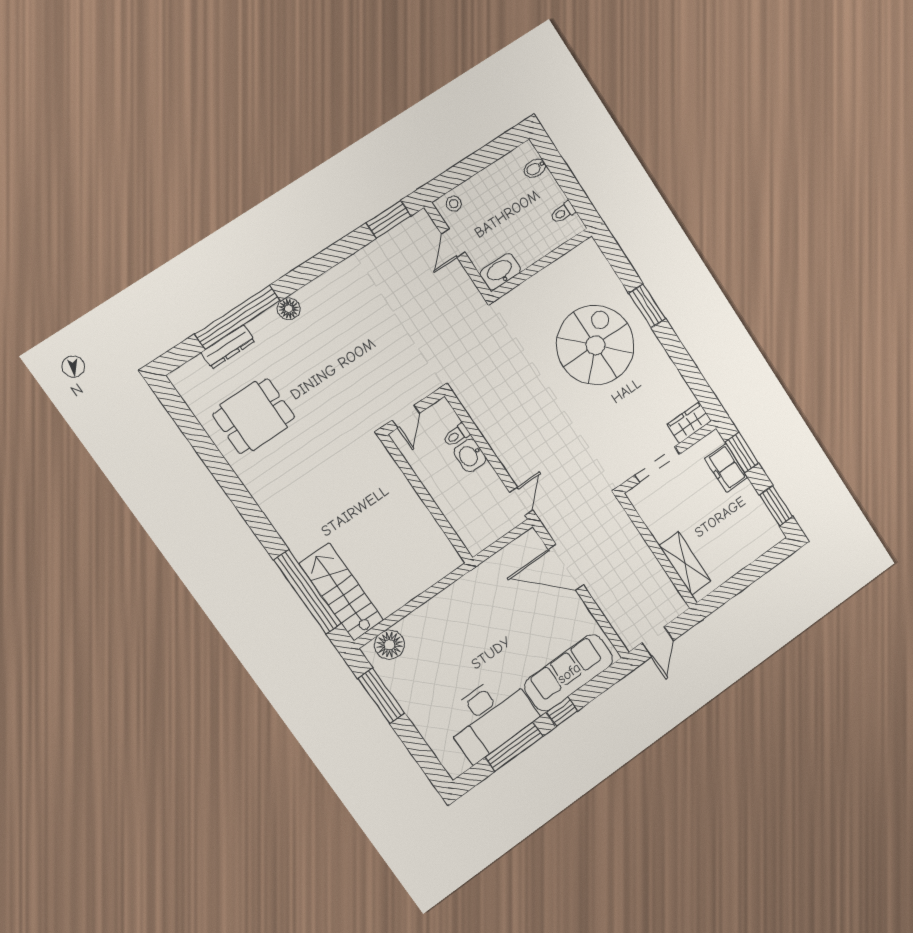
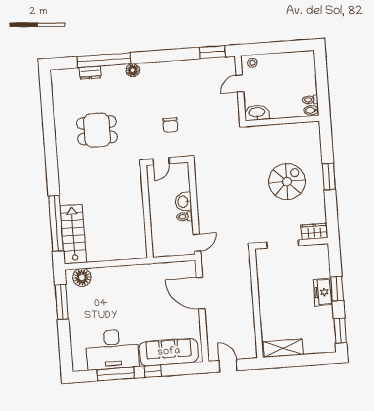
bidet: (535, 168) -> (311, 110), moved
spiral stairs: (595, 345) -> (287, 182), width x0.73, depth x0.73
dresser: (228, 347) -> (90, 73), width x0.70
chair: (389, 358) -> (170, 125), added
dining table: (254, 416) -> (97, 130), moved
wardrobe: (689, 423) -> (314, 231), moved
toilet: (456, 435) -> (184, 217), moved
wall: (668, 457) -> (291, 243), moved
doorway: (657, 465) -> (283, 244), moved
shelving: (685, 563) -> (283, 348), moved, turned 90
door: (658, 642) -> (228, 366), swing flipped

